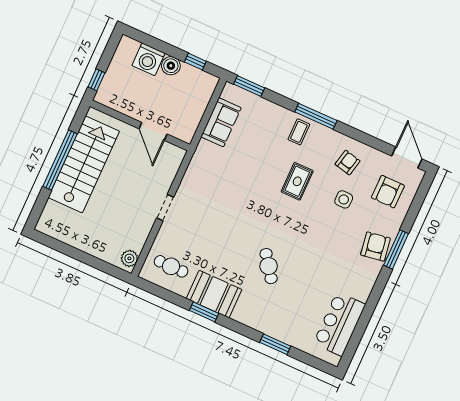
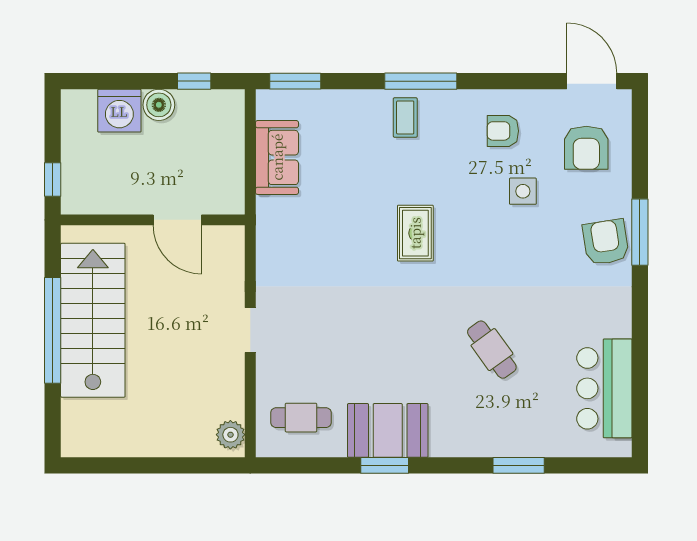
armchair: (348, 163) -> (503, 131), turned -103
rug: (297, 181) -> (415, 233), moved
cafe table: (269, 266) -> (492, 350), moved

